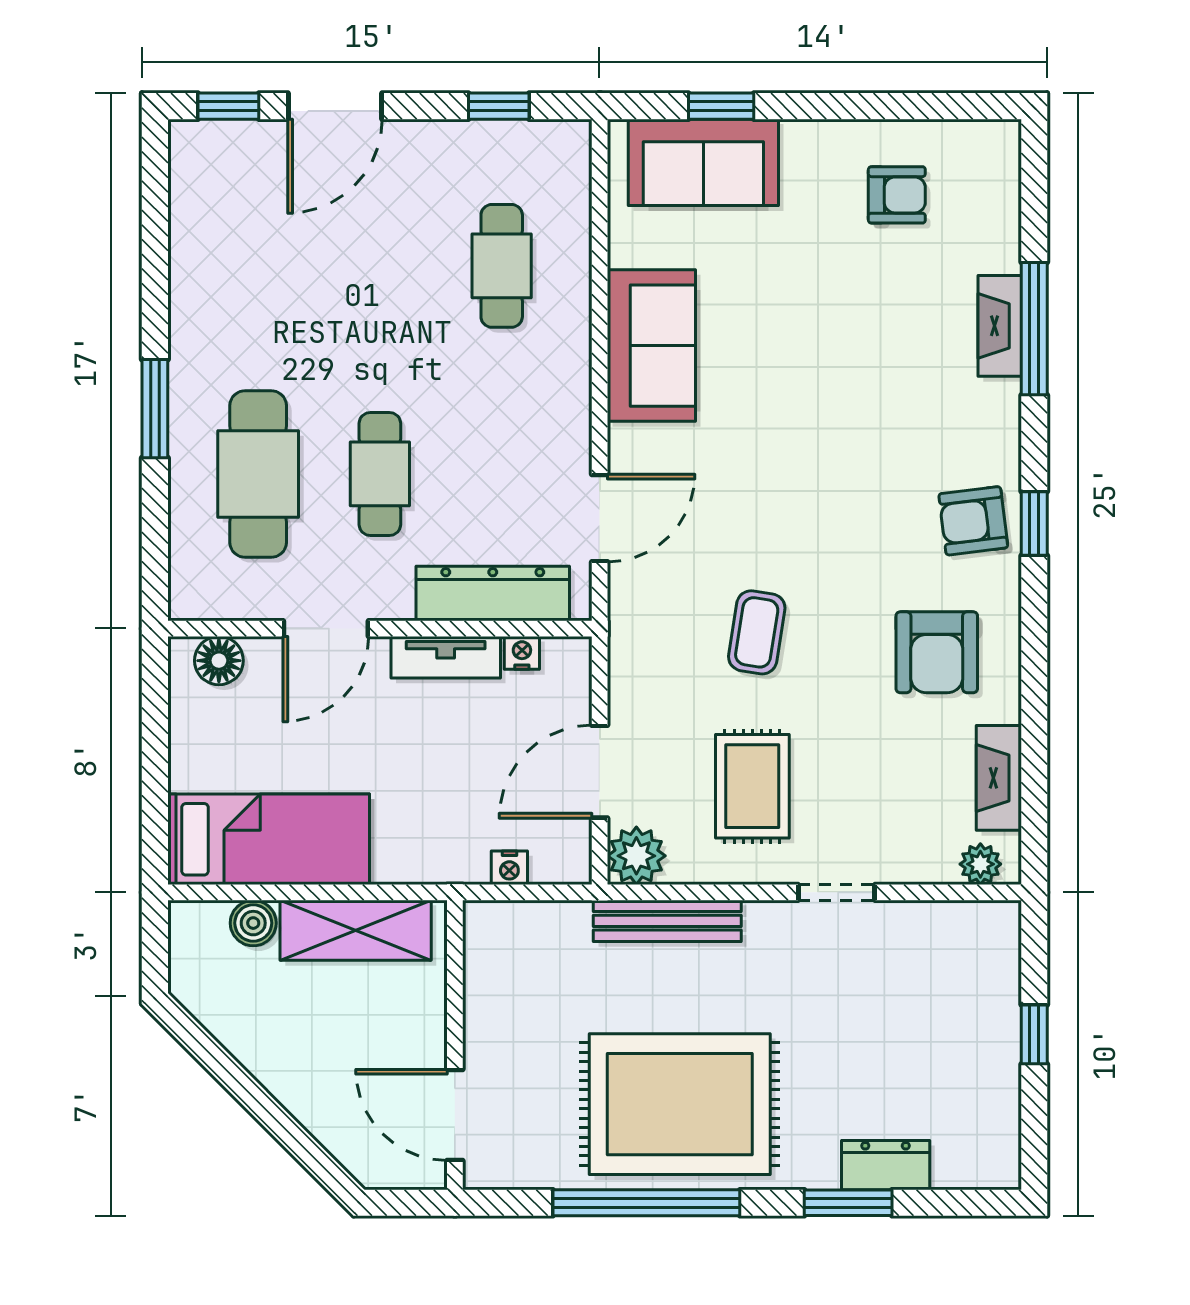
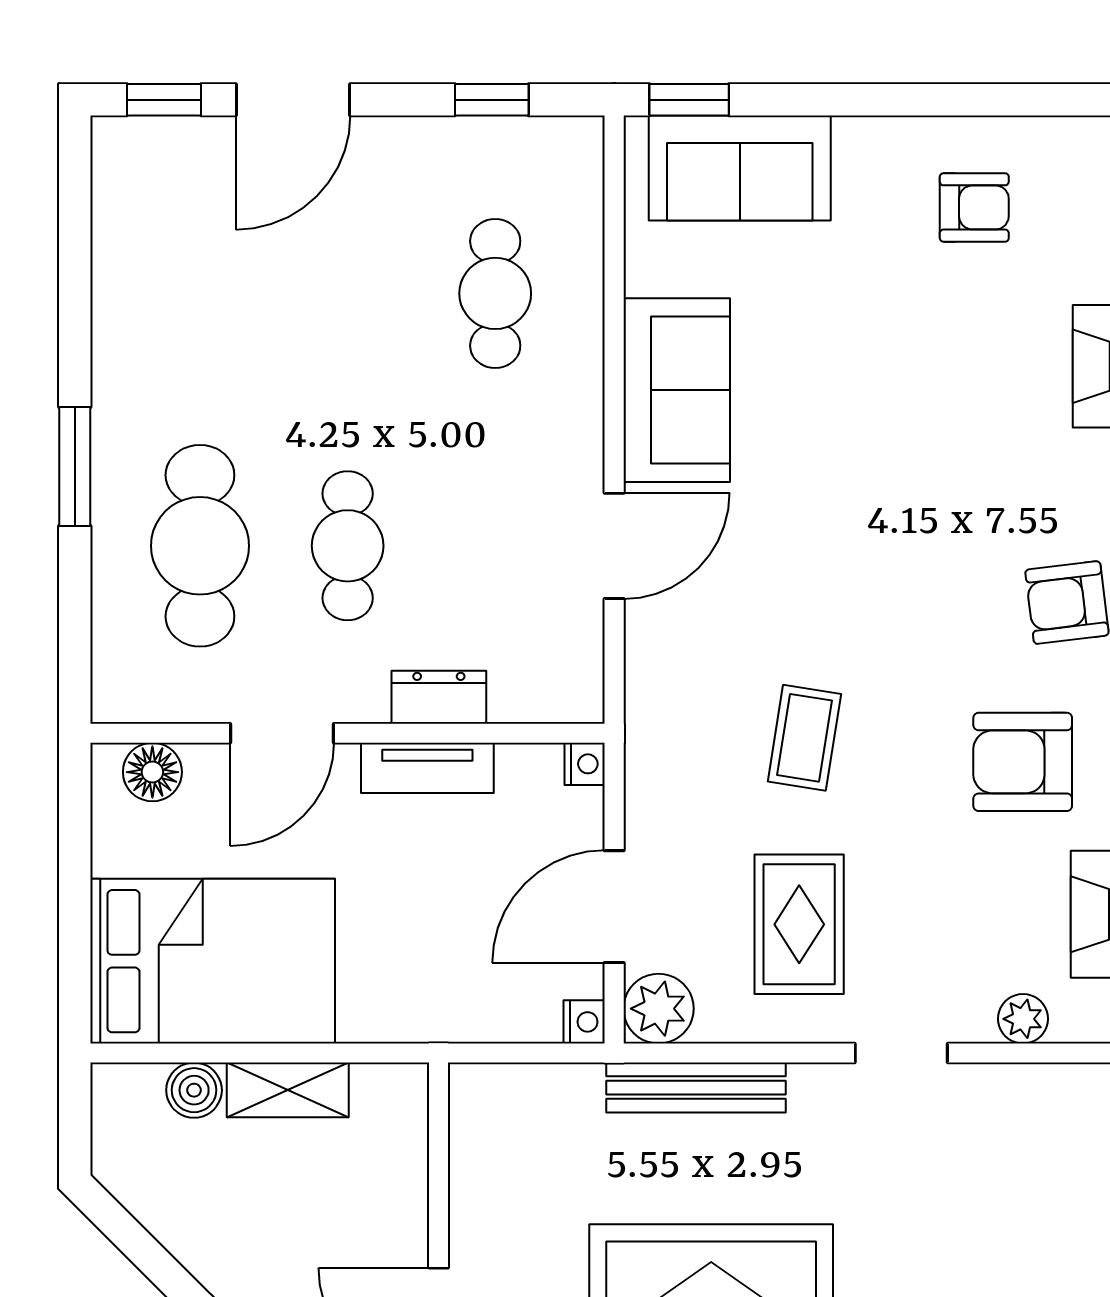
window: (721, 106) -> (689, 100), moved
door: (600, 518) -> (614, 546), moved
dresser: (493, 593) -> (439, 697), width x0.51, depth x0.80
armchair: (937, 652) -> (1023, 762), turned 90
nightstand: (522, 653) -> (585, 764), moved, turned 90
bed: (269, 839) -> (213, 961), width x1.50
plant: (980, 864) -> (1023, 1019), moved
nightstand: (509, 868) -> (584, 1022), moved, turned -90
shelving: (356, 930) -> (288, 1090), width x0.67, depth x0.75

